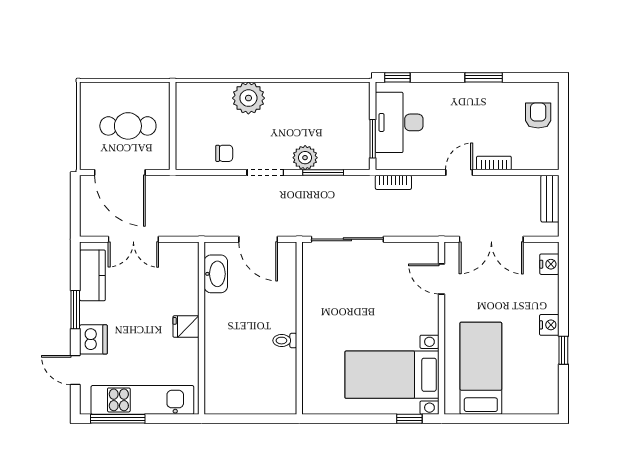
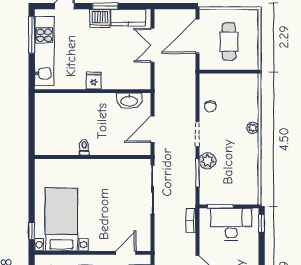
plant: (248, 98) -> (253, 128), width x0.53, depth x0.53
dishwasher: (93, 339) -> (100, 18), moved

